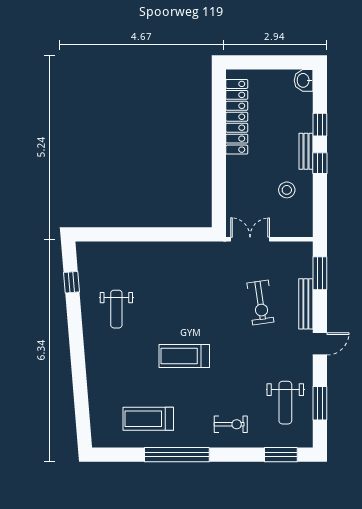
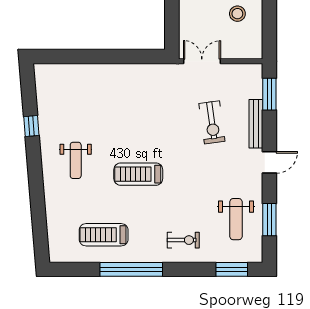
window: (72, 282) -> (31, 126), moved
weight bench: (116, 309) -> (76, 160), moved

